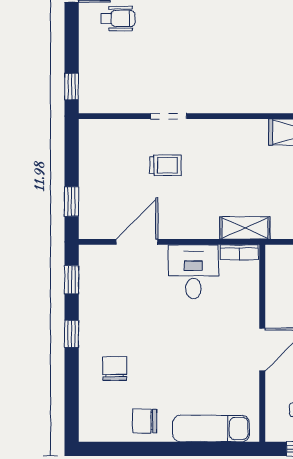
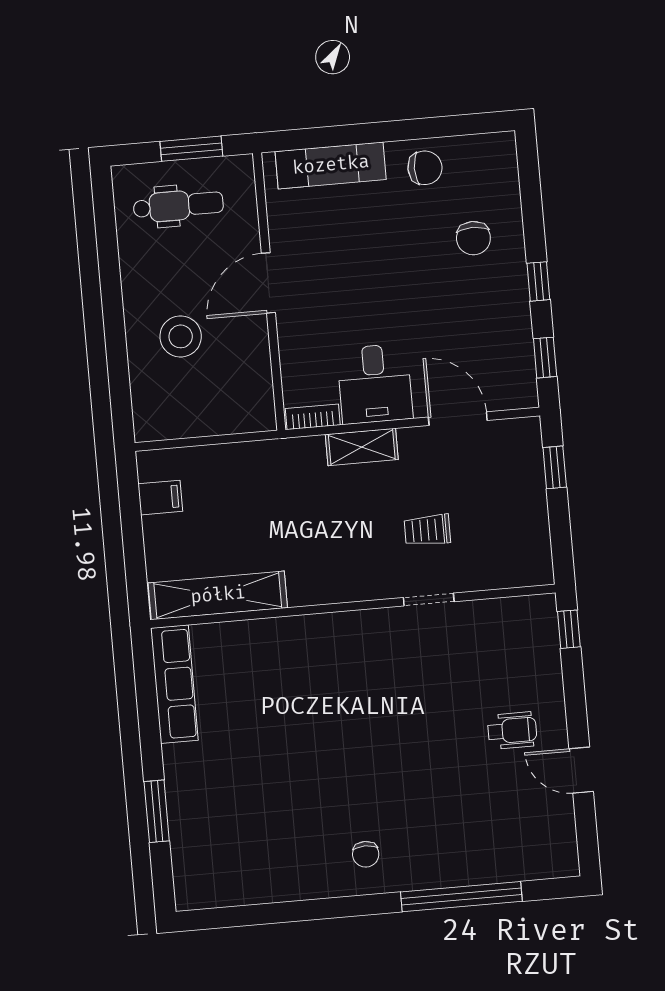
wheelchair: (118, 19) -> (512, 731), turned 180
shelving: (245, 228) -> (362, 447), moved
door: (137, 242) -> (458, 419), swing flipped

